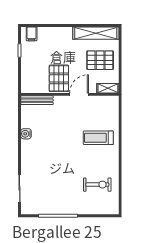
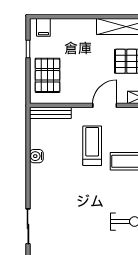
pallet: (59, 78) -> (48, 75), moved
treadmill: (69, 126) -> (92, 146), added

